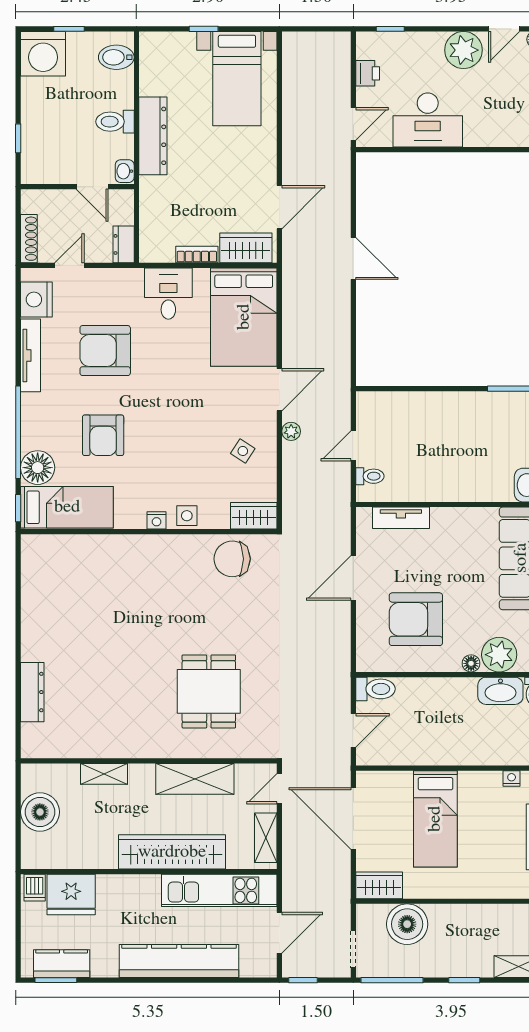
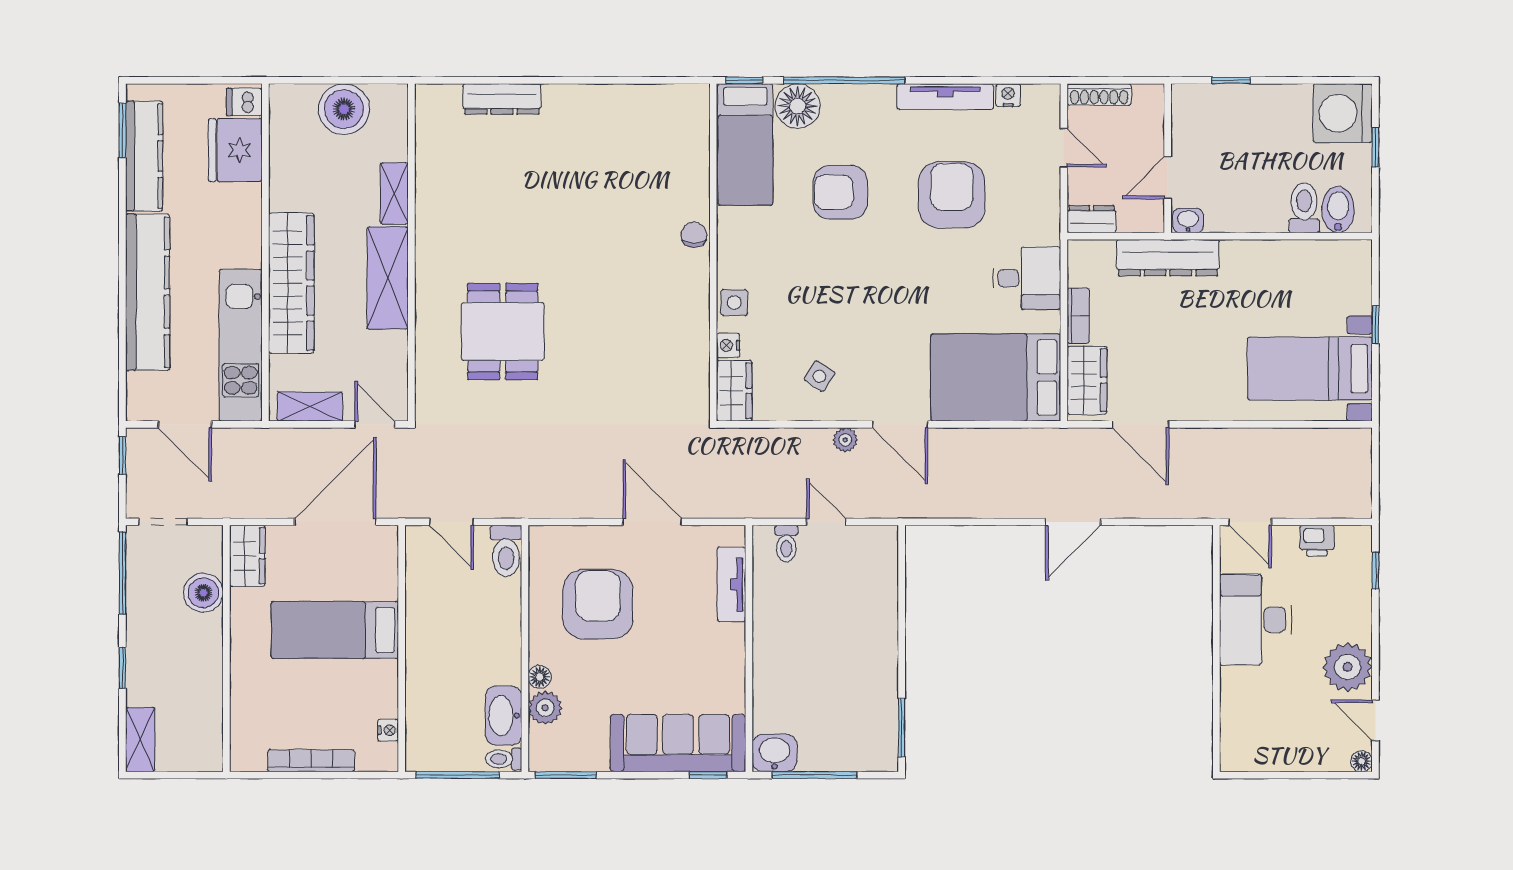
toilet: (115, 122) -> (1304, 208), moved
dresser: (153, 136) -> (1168, 258), moved
nightstand: (36, 299) -> (1008, 95), width x0.53, depth x0.56
nightstand: (157, 520) -> (728, 345), moved
chair: (232, 559) -> (694, 235), moved, width x0.54, depth x0.54
plant: (499, 655) -> (545, 708), width x0.73, depth x0.73
dining table: (209, 691) -> (503, 331), turned 90
shelving: (195, 779) -> (388, 278), moved
boiler: (407, 924) -> (203, 593), width x0.73, depth x0.73
kitchen counter: (62, 964) -> (144, 156), width x1.50

